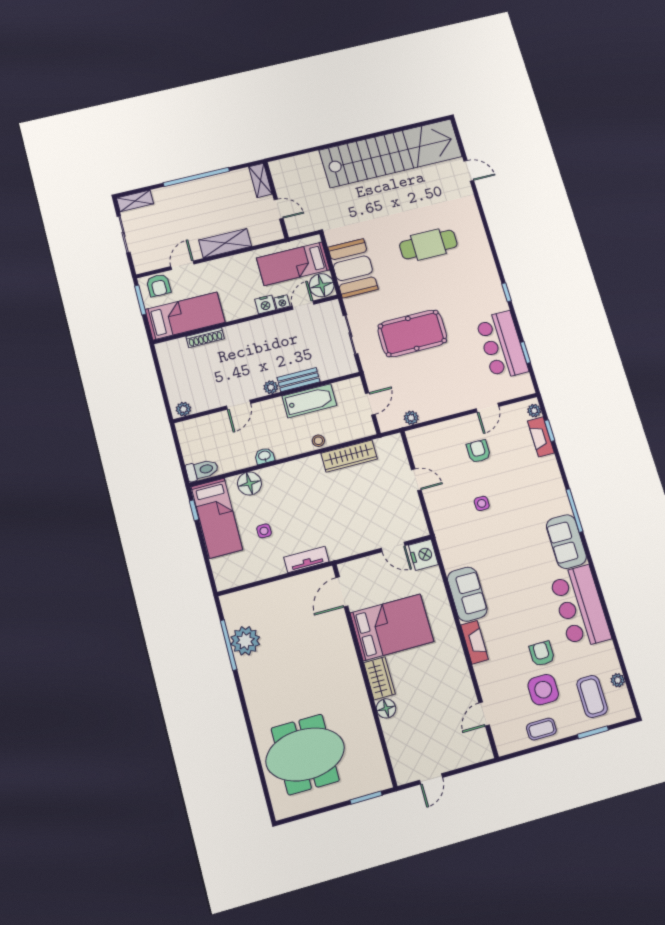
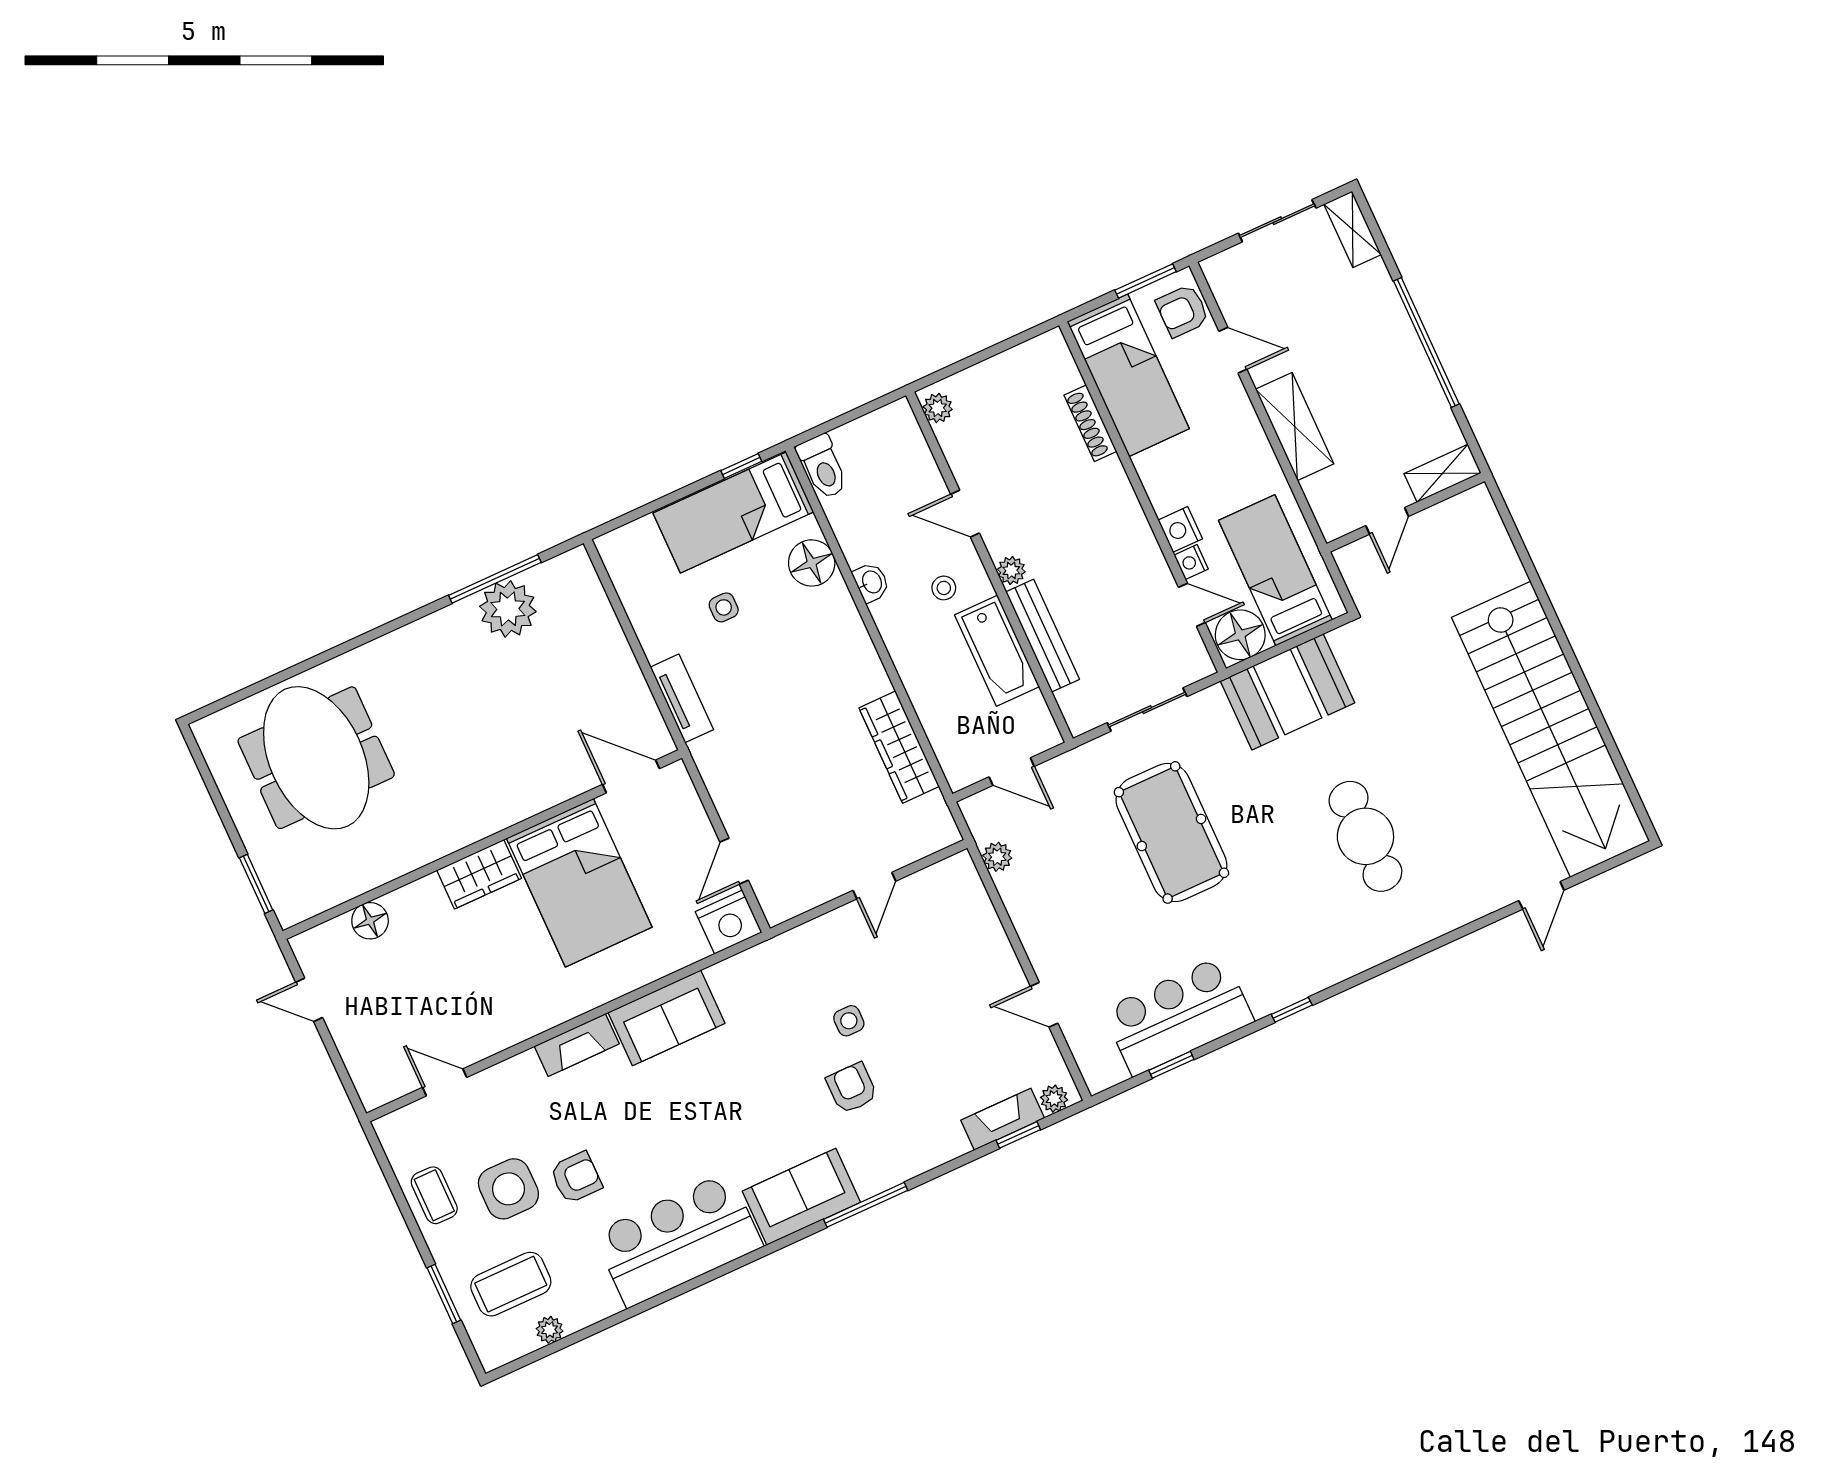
bench: (299, 380) -> (1043, 636), width x1.36
stool: (318, 441) -> (944, 588), moved
armchair: (478, 451) -> (852, 1088), moved, turned -90
floor lamp: (386, 708) -> (370, 921), moved

